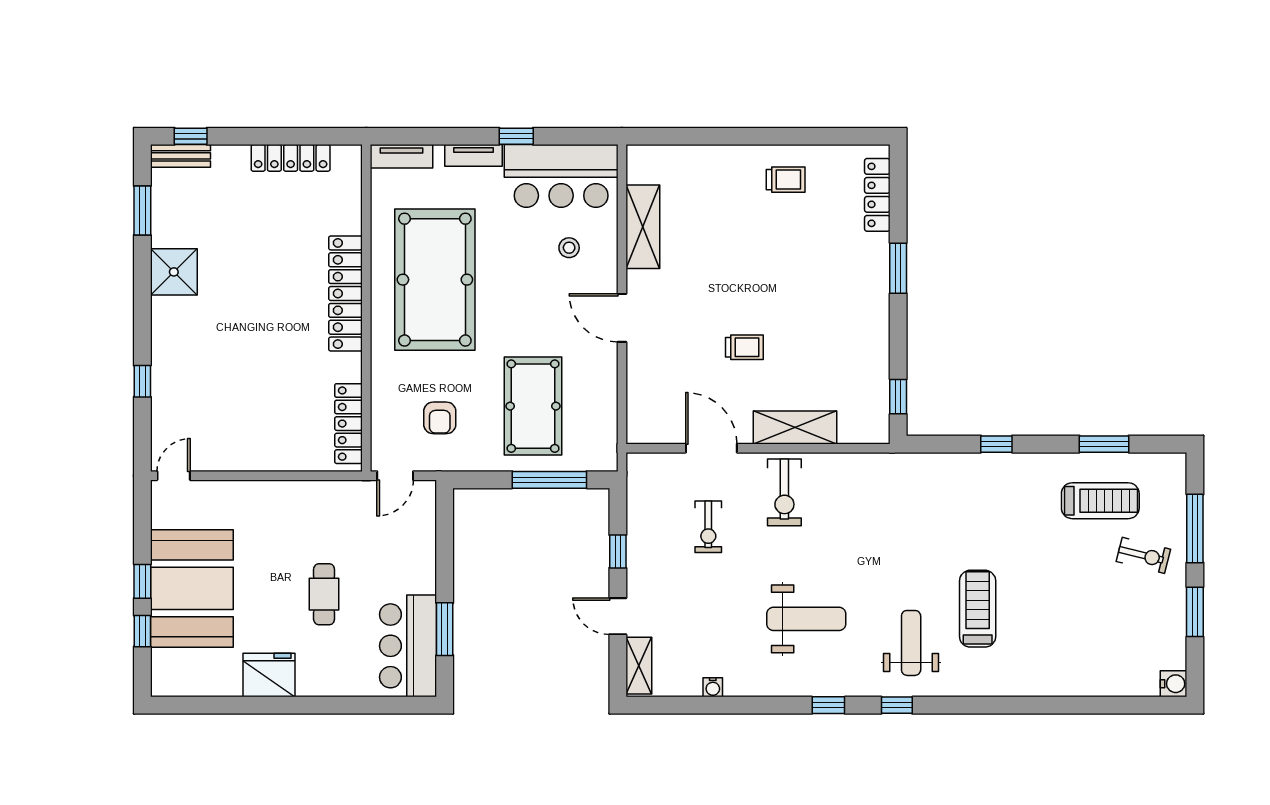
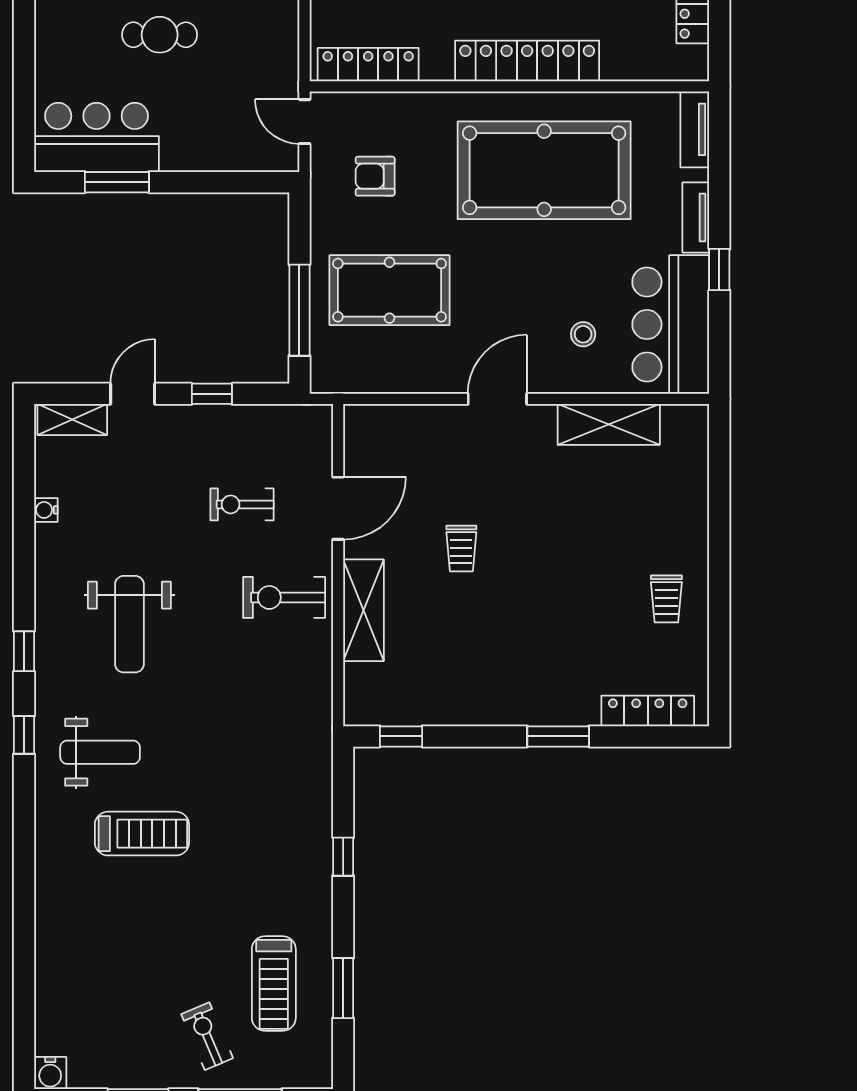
exercise bike: (1143, 555) -> (207, 1036), turned 143

